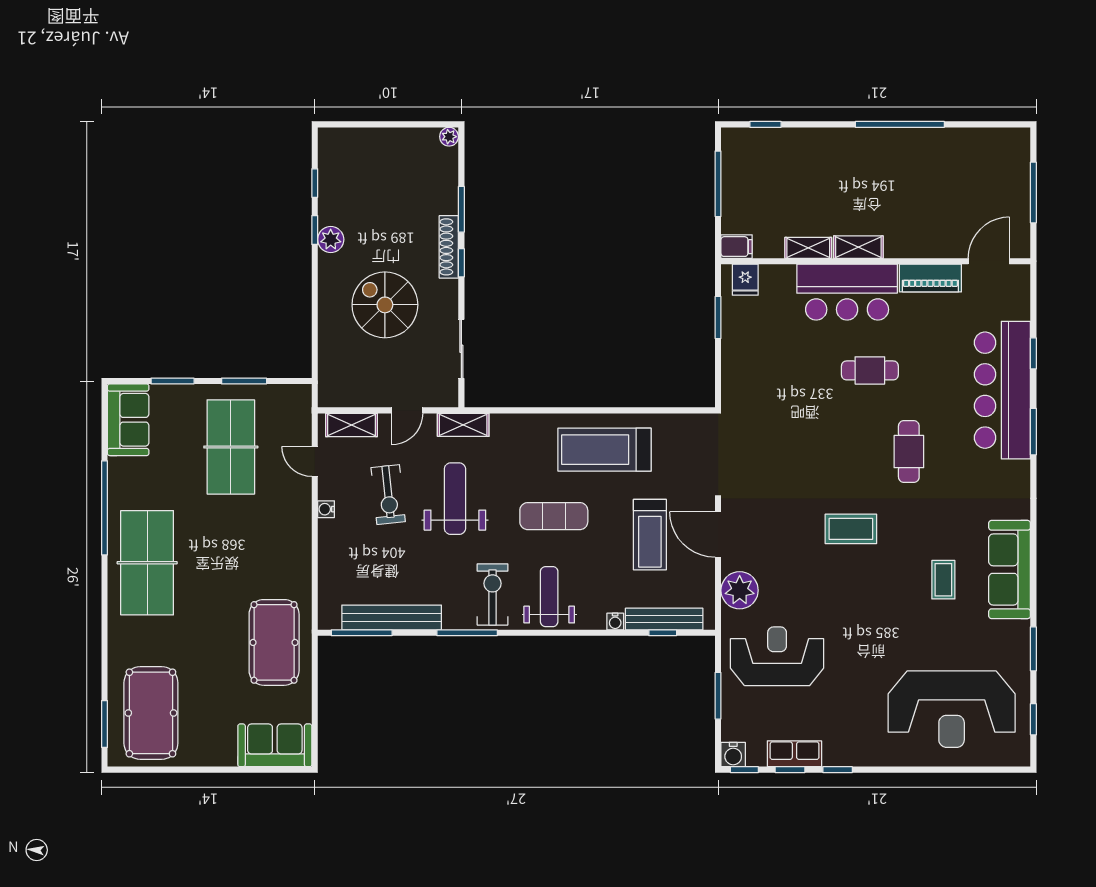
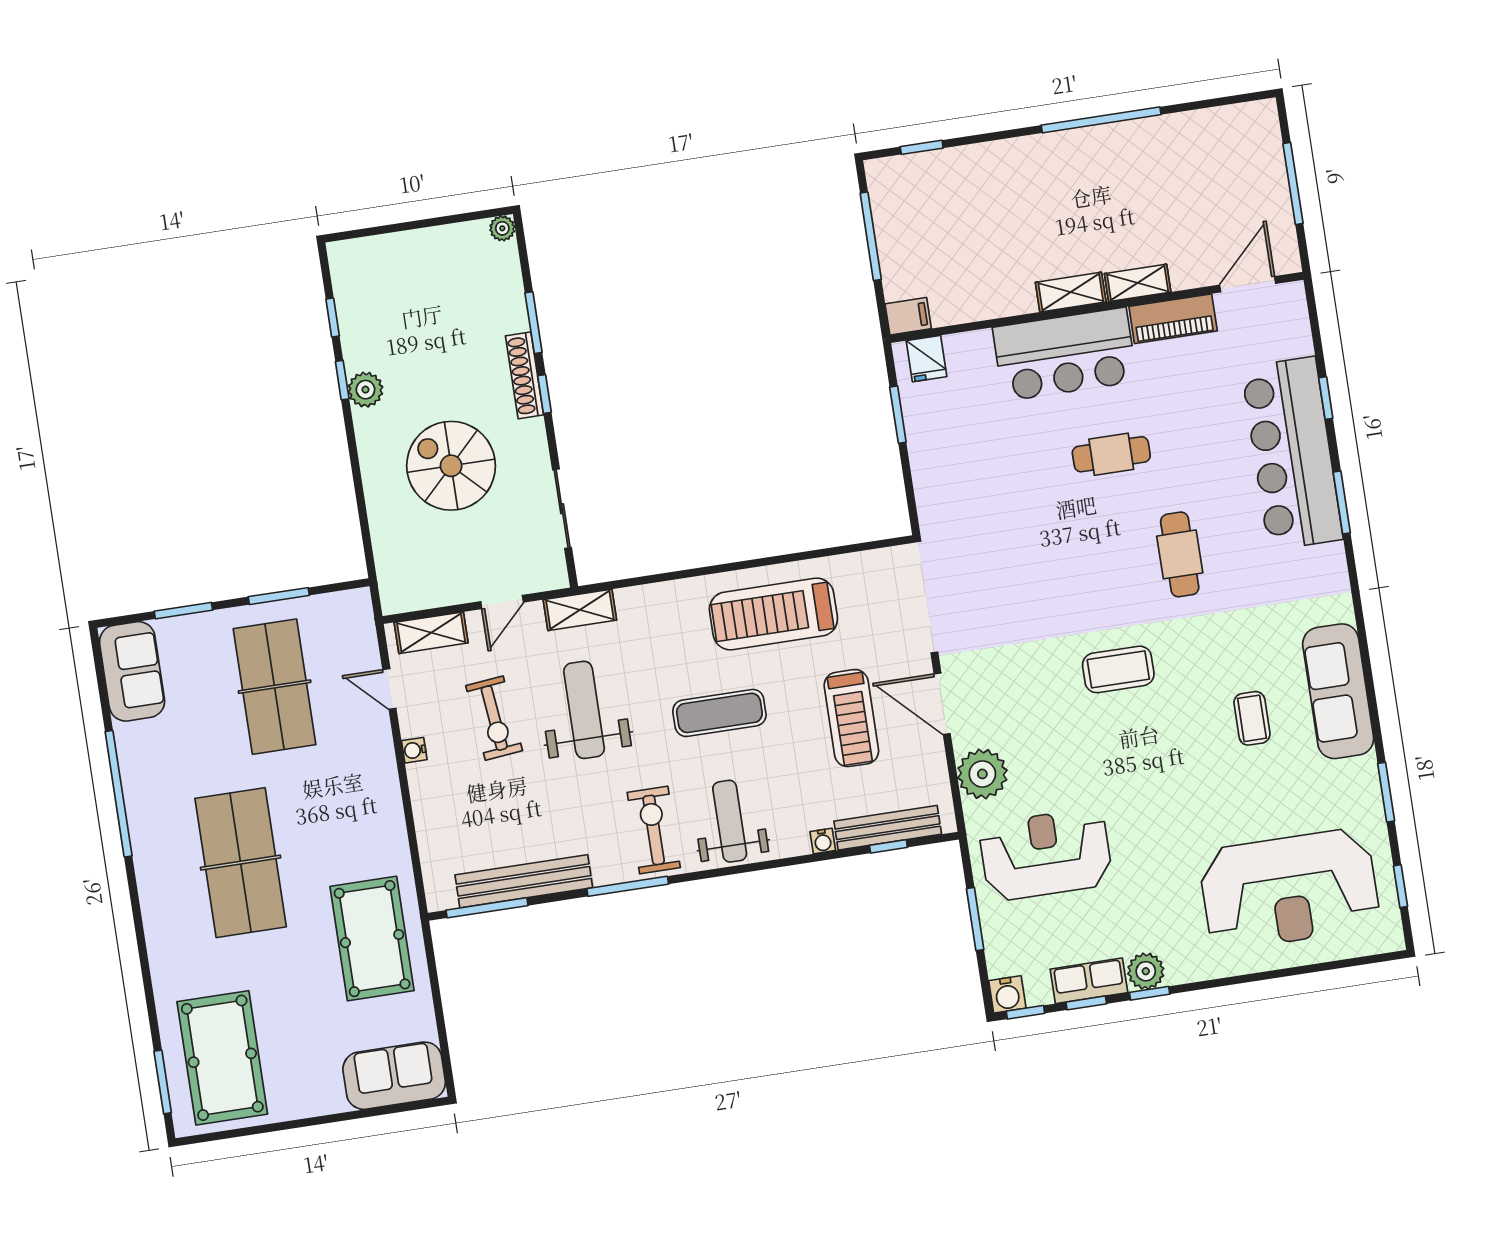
shelving: (808, 248) -> (1138, 283), moved
table tennis table: (147, 563) -> (241, 863), moved
plant: (837, 753) -> (1146, 971), added

